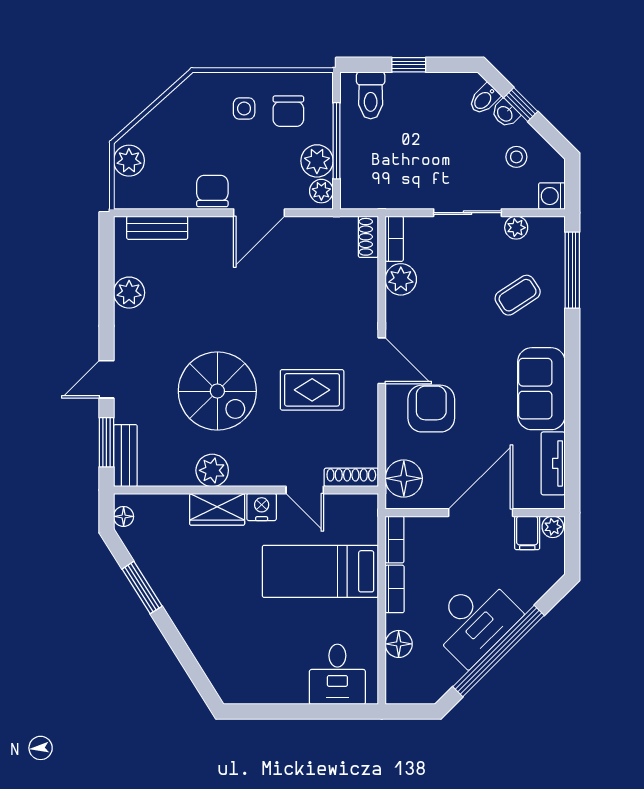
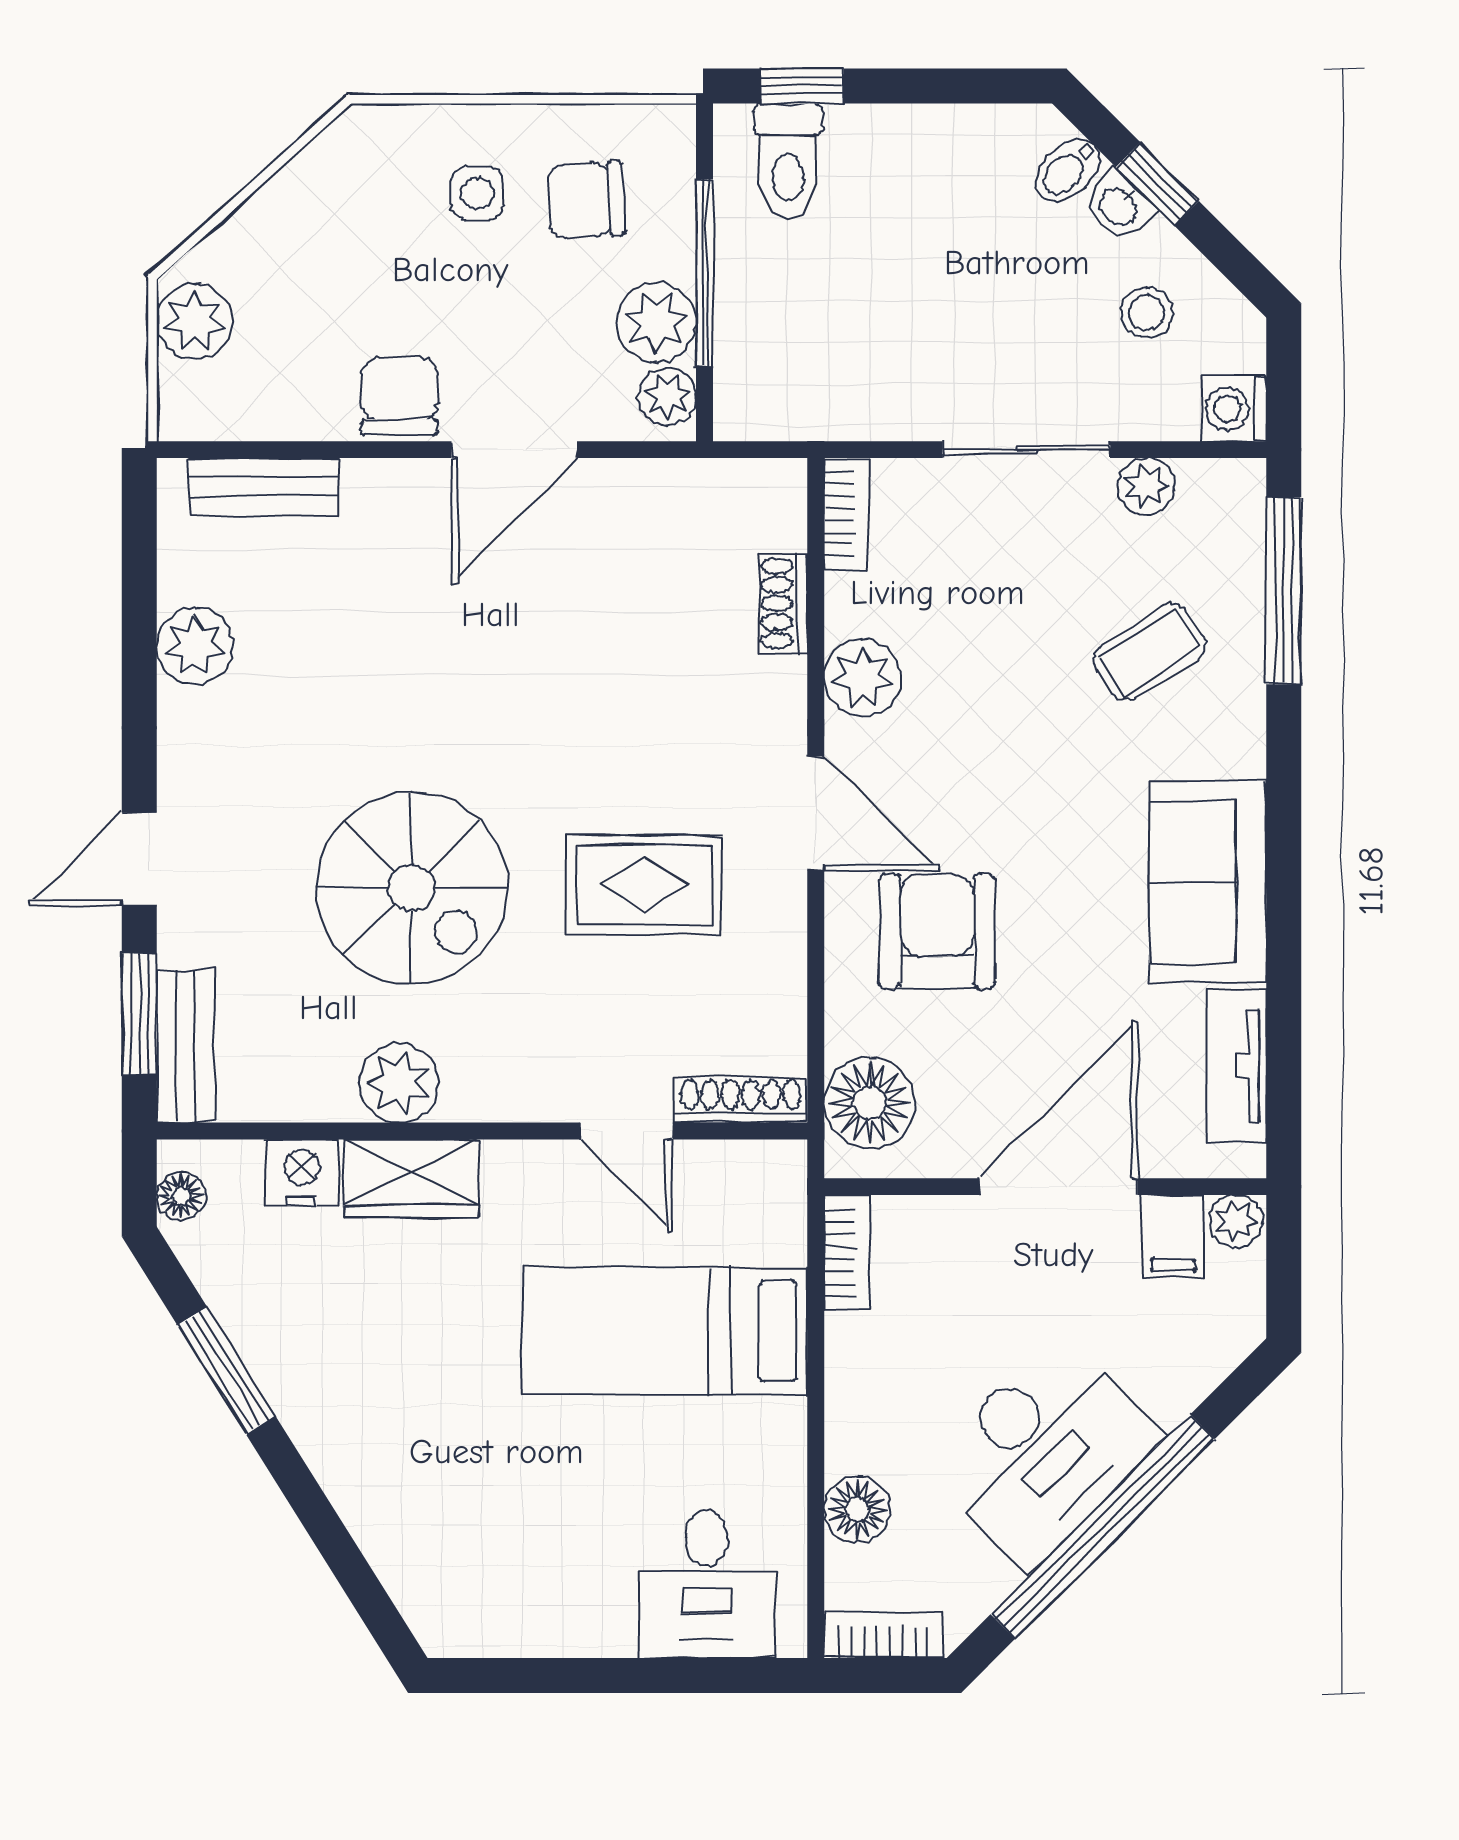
window: (409, 65) -> (802, 86), moved
chair: (288, 111) -> (586, 200), turned 87
shoe rack: (368, 237) -> (783, 603), moved
plant: (401, 279) -> (863, 678), moved
nightstand: (262, 507) -> (302, 1173), moved
bookcase: (395, 589) -> (883, 1635), moved, turned -90

